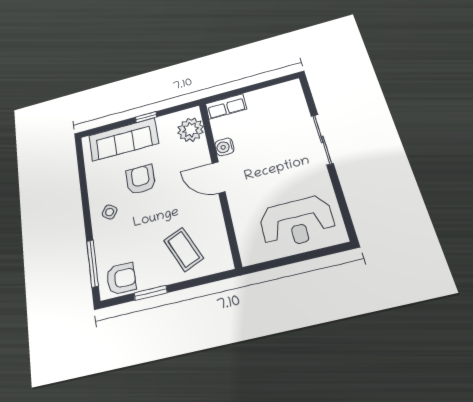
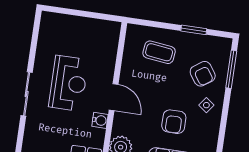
reception desk: (297, 222) -> (68, 83), moved, turned 90
coffee table: (184, 249) -> (159, 52), turned -60
armchair: (121, 279) -> (203, 74), moved, turned -125

